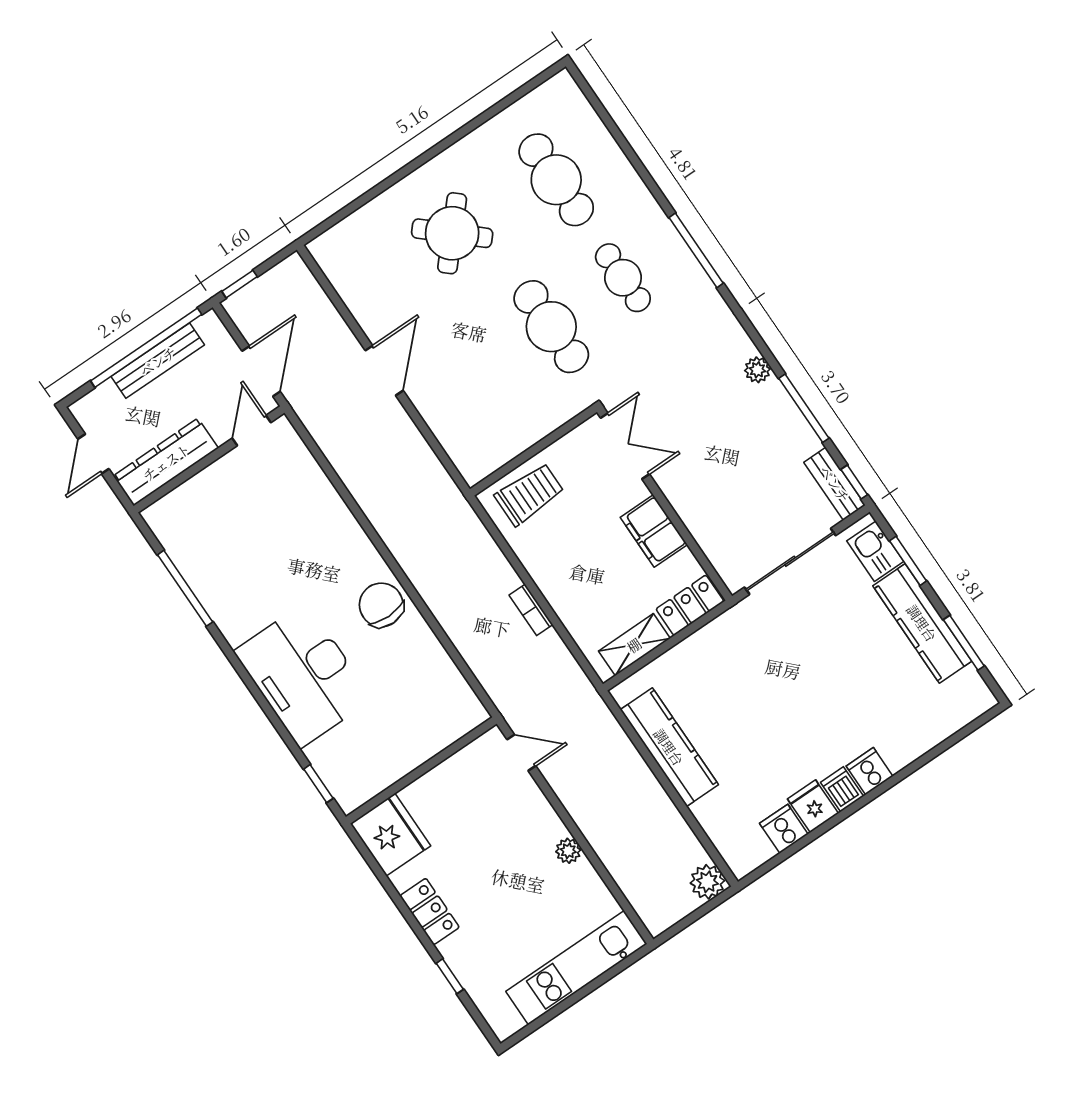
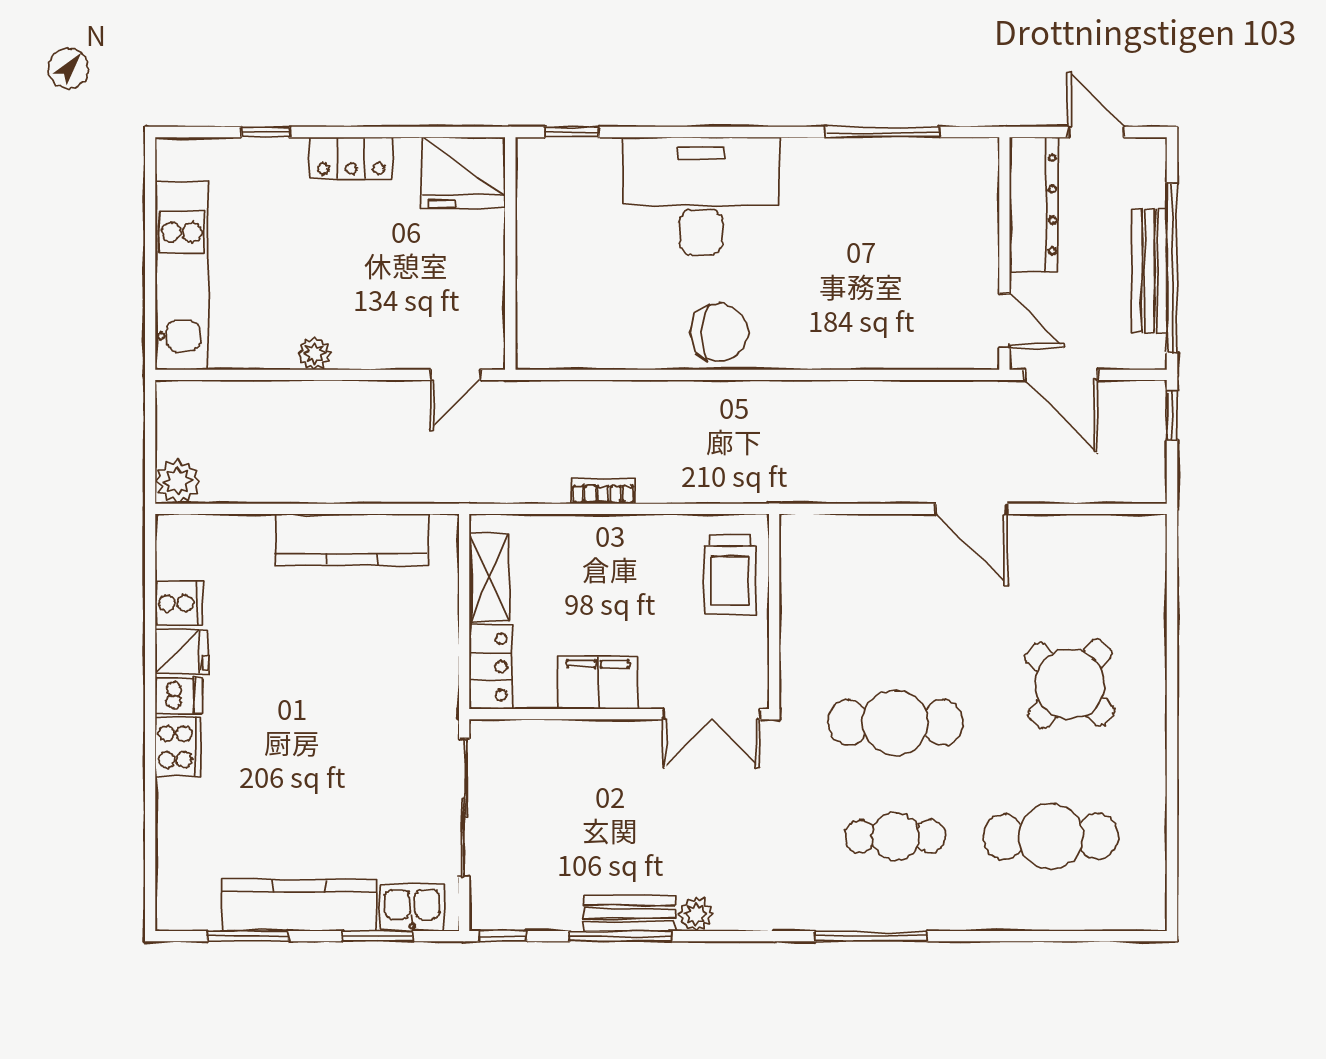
bench: (835, 484) -> (630, 913), moved
cooker: (870, 771) -> (178, 747), width x1.36

